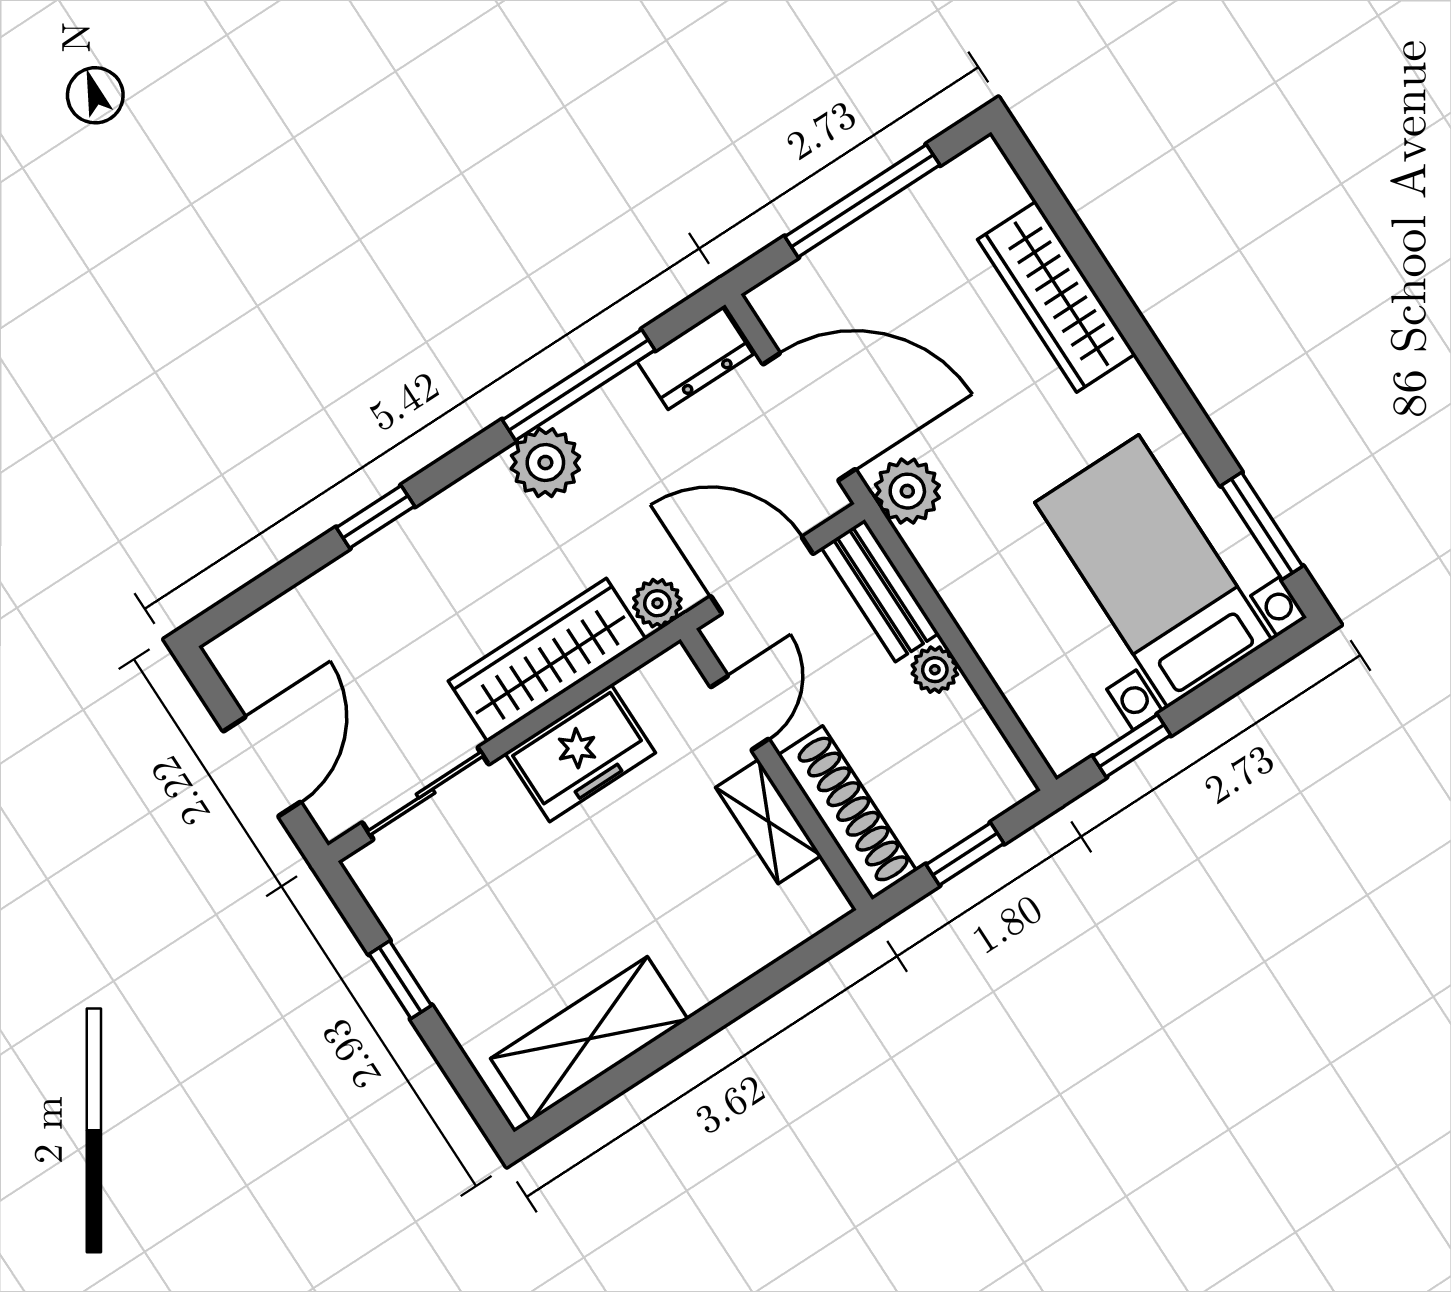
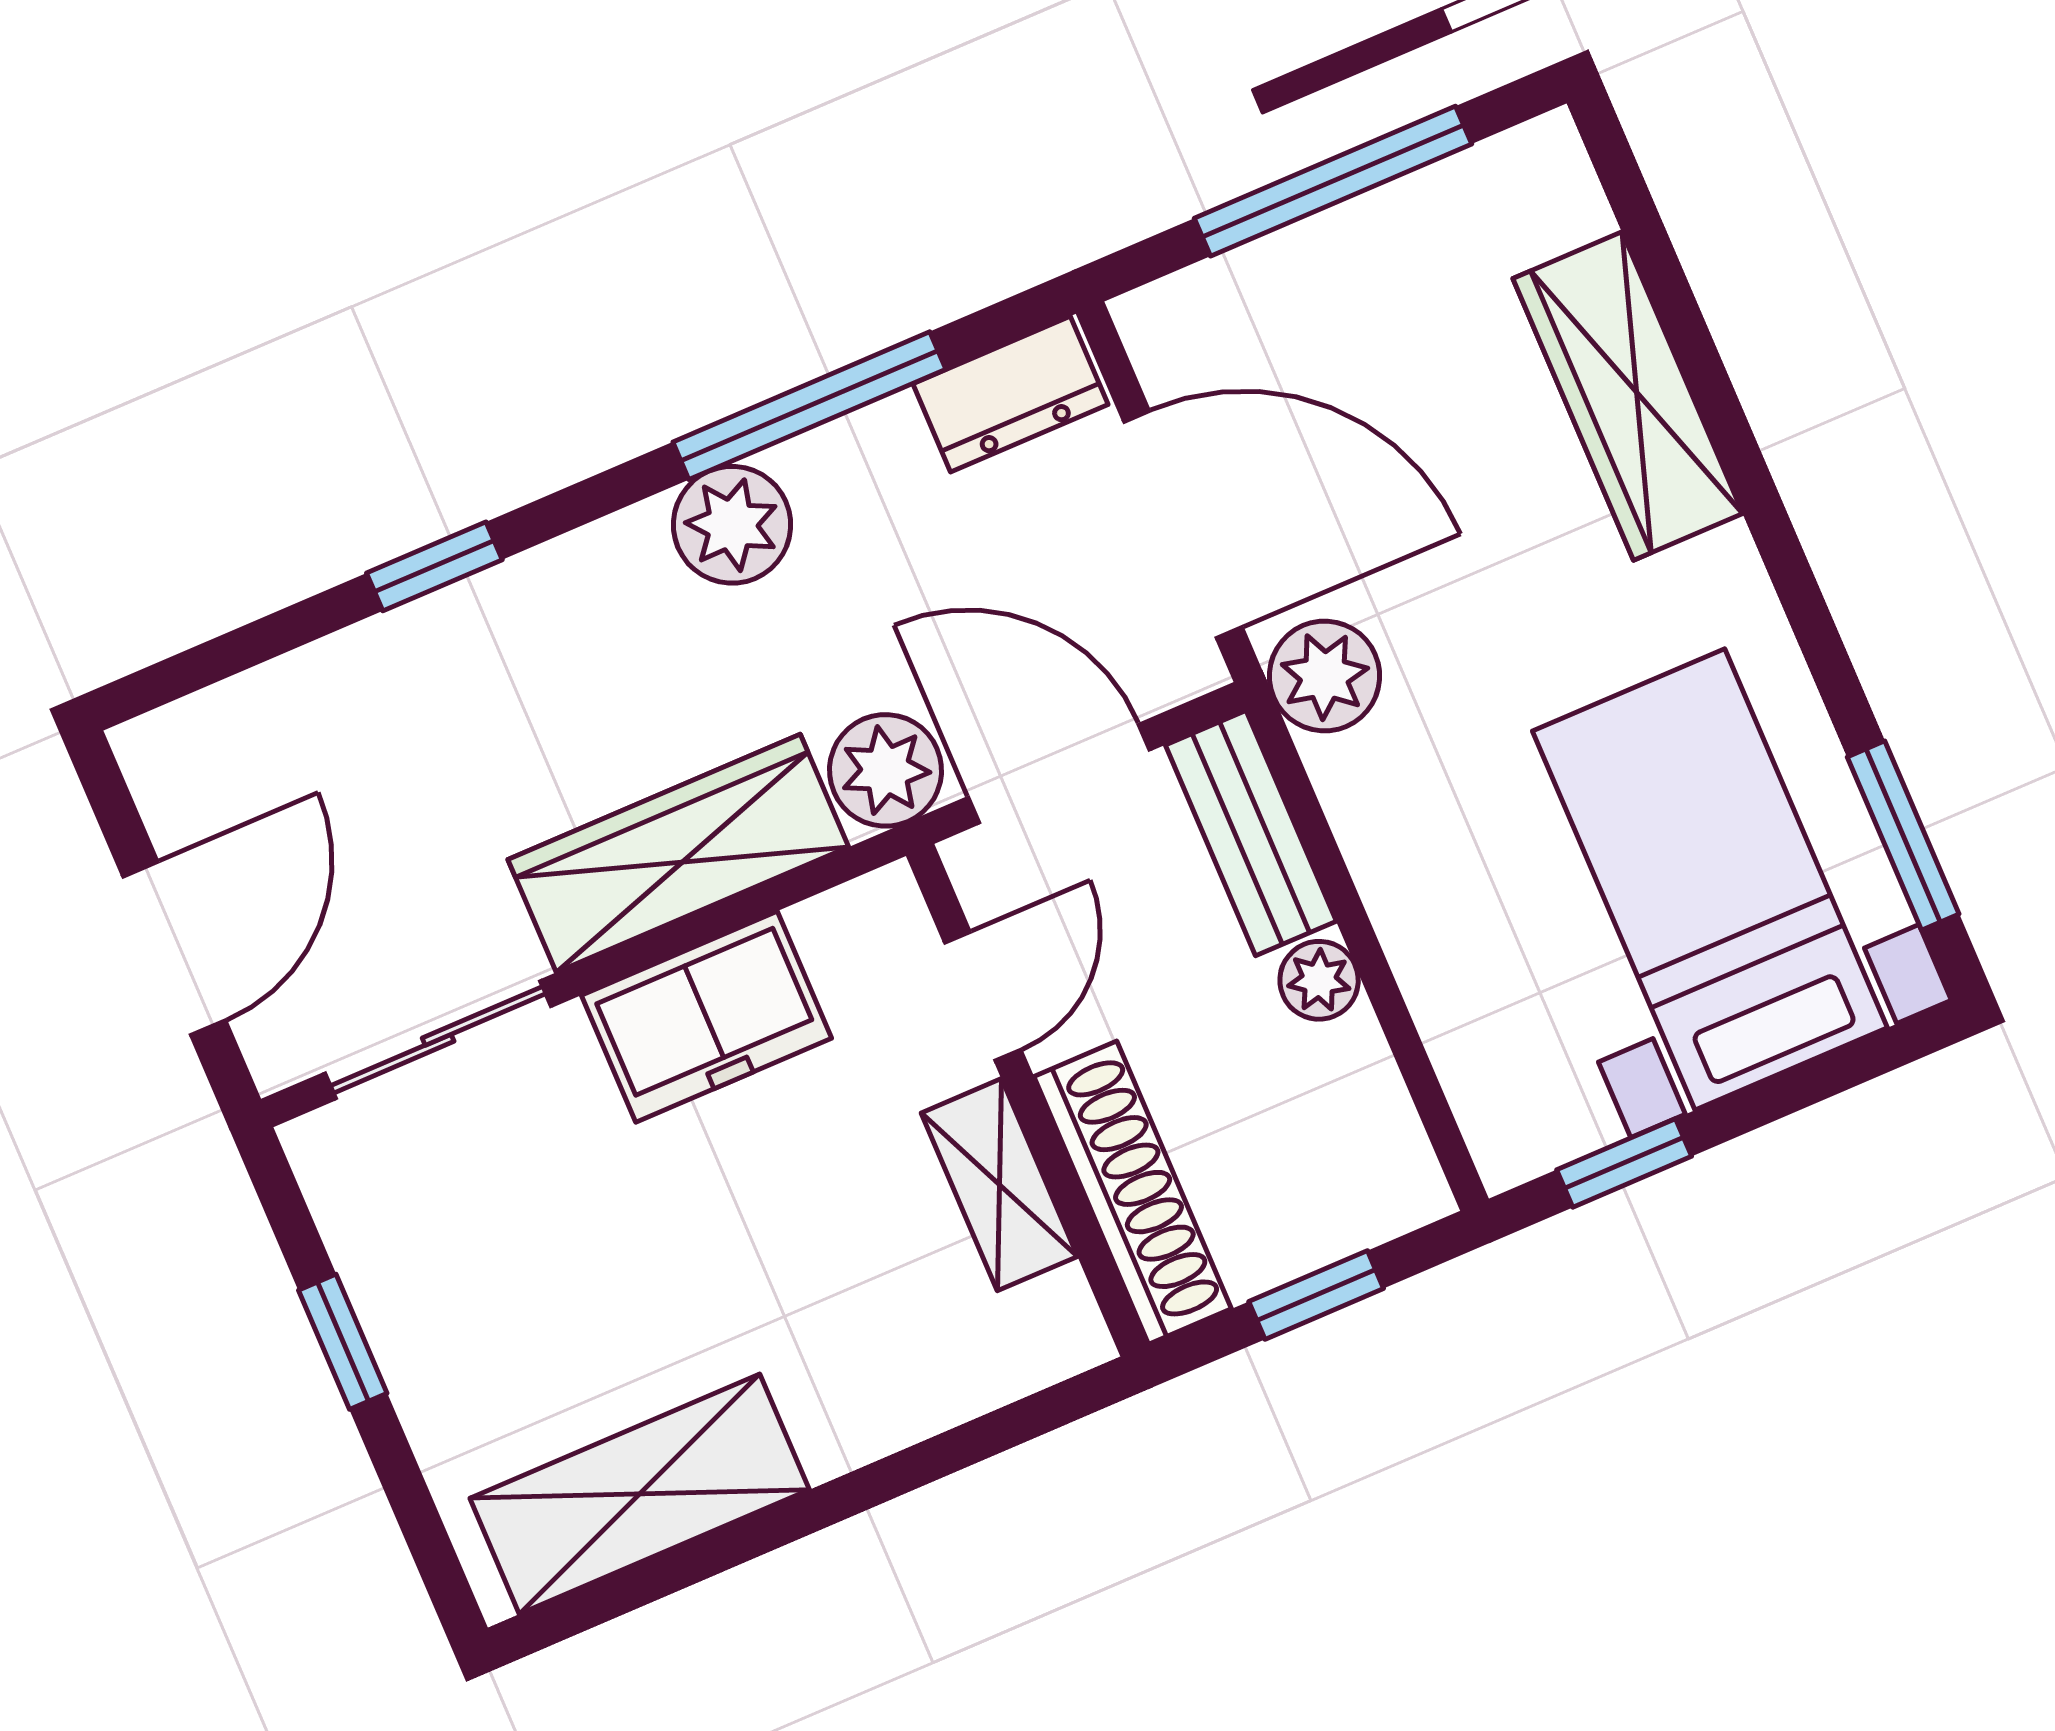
plant: (657, 603) -> (885, 770), width x1.38, depth x1.38

